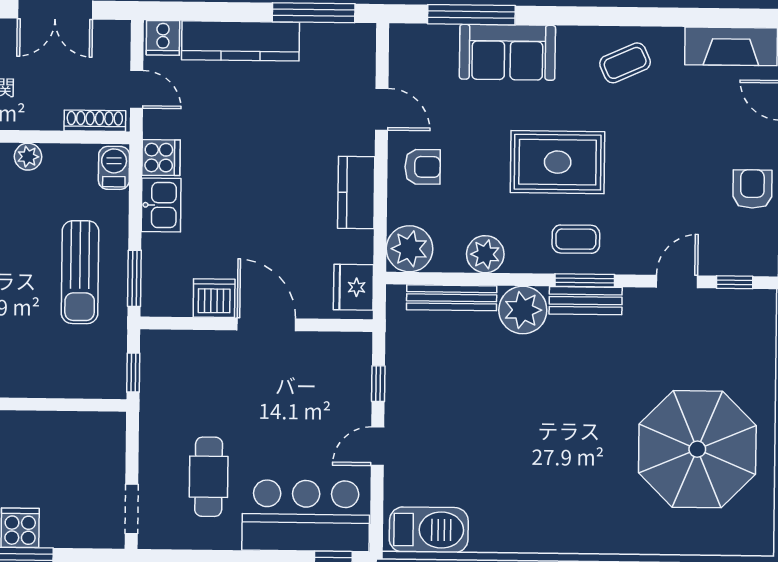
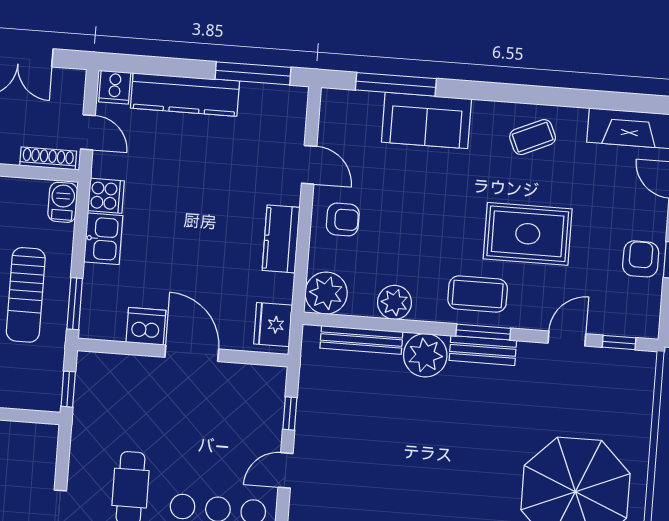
rug: (558, 162) -> (528, 234), moved
coffee table: (576, 239) -> (478, 294), width x1.36, depth x1.30

